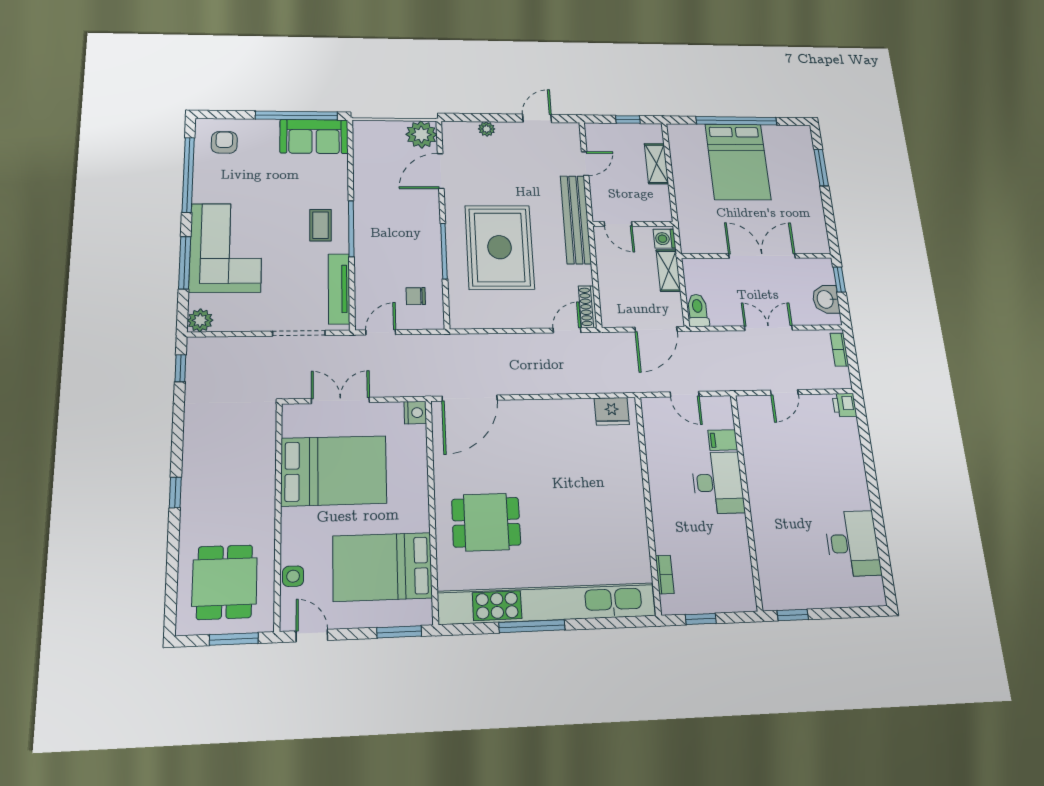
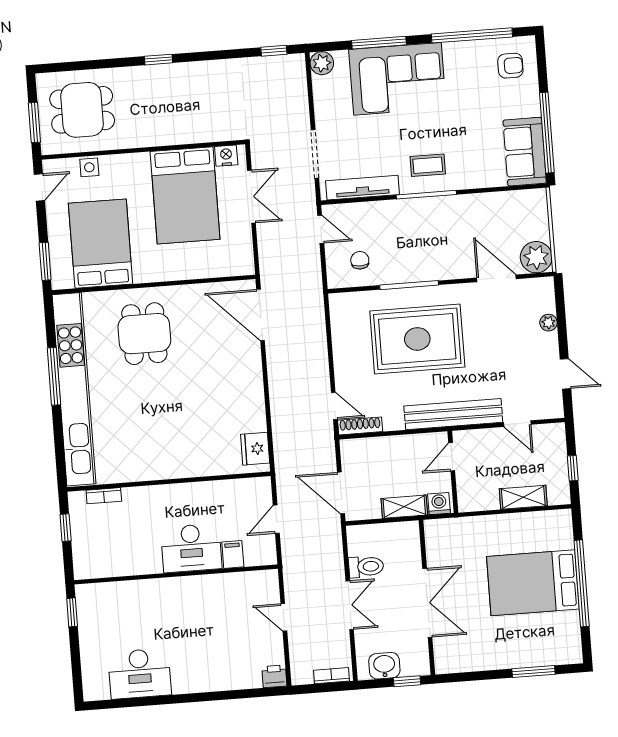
toilet: (698, 310) -> (366, 567), moved
nightstand: (415, 413) -> (226, 156), moved, turned 180

